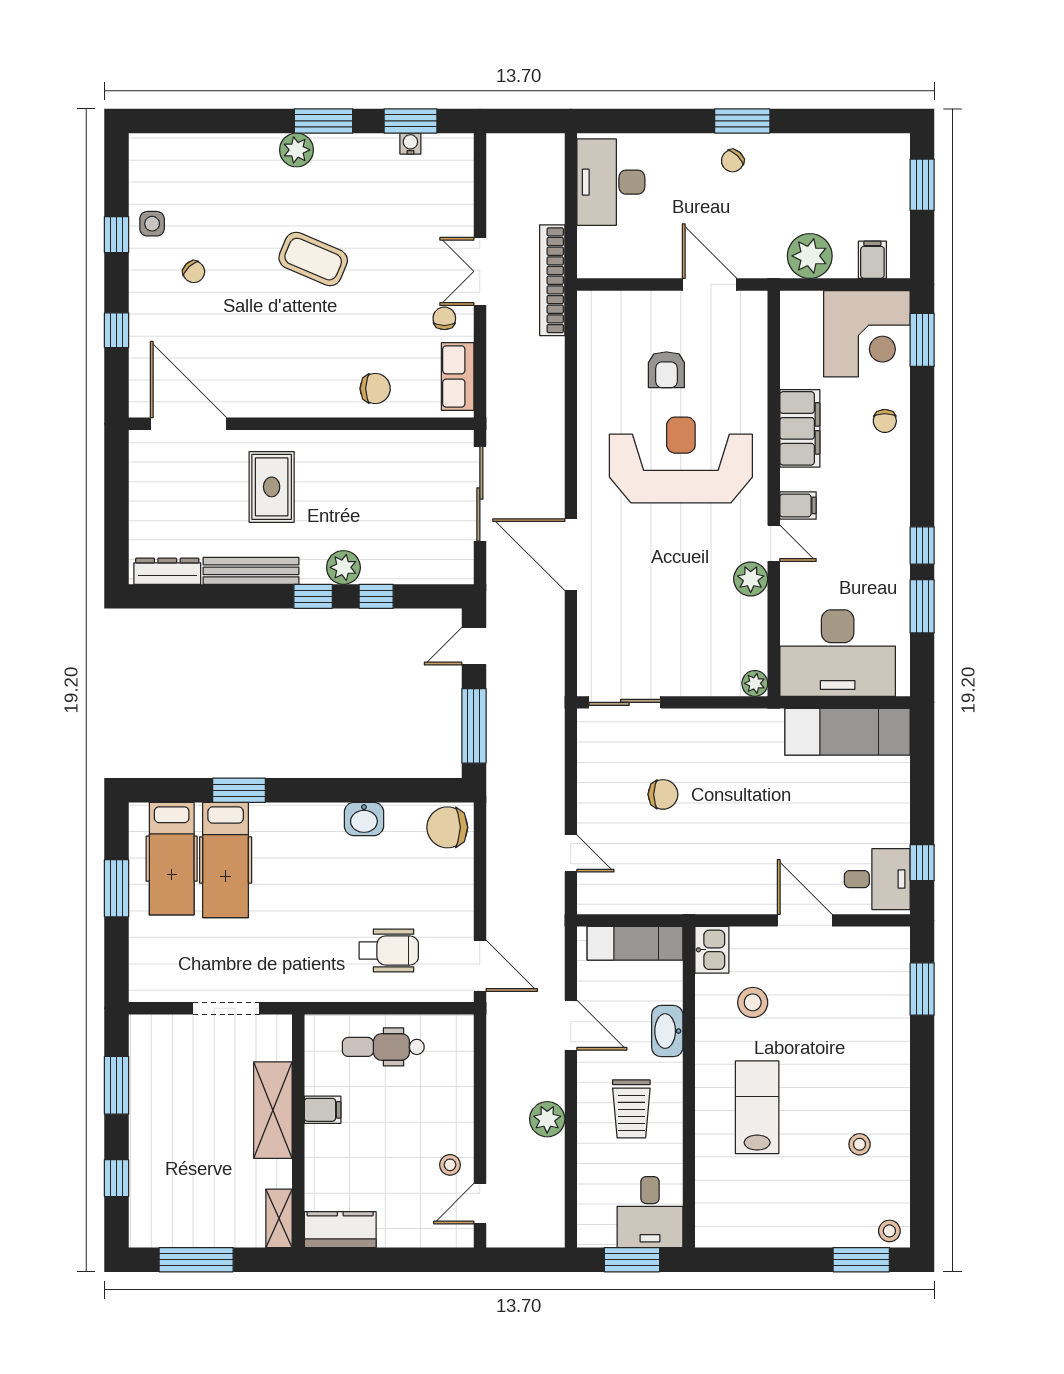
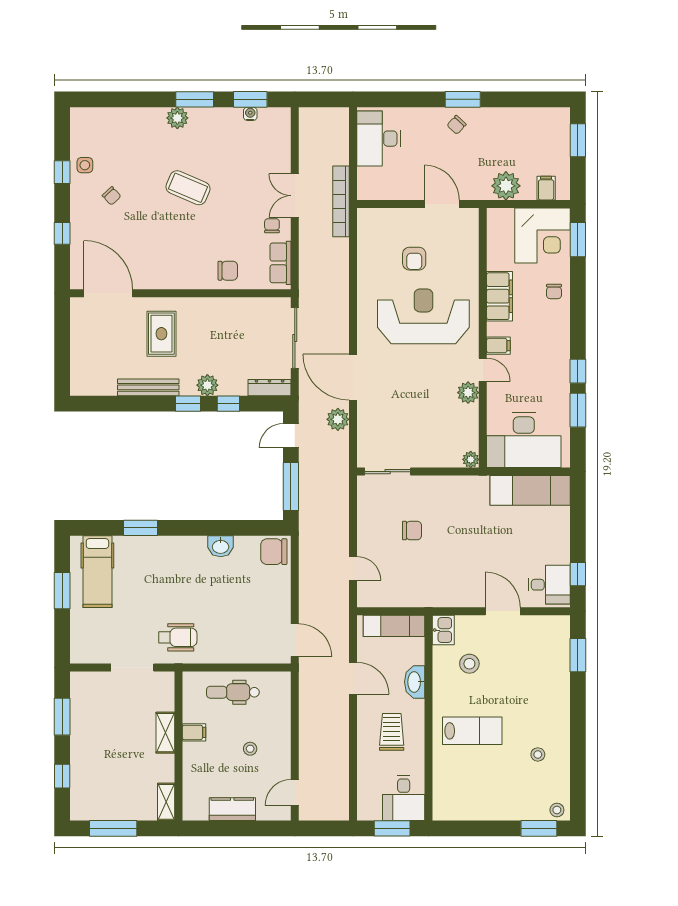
dresser: (167, 571) -> (270, 388), moved
hospital bed: (226, 860) -> (132, 572), removed
wheelchair: (389, 950) -> (178, 637), moved
lab bench: (757, 1107) -> (472, 731), turned 90
trolley: (631, 1109) -> (392, 732), turned 180
shelving: (273, 1110) -> (165, 733), width x0.67, depth x0.75
plant: (547, 1119) -> (338, 419), moved
stool: (450, 1165) -> (250, 749), moved
kitchen counter: (340, 1230) -> (232, 809), moved

